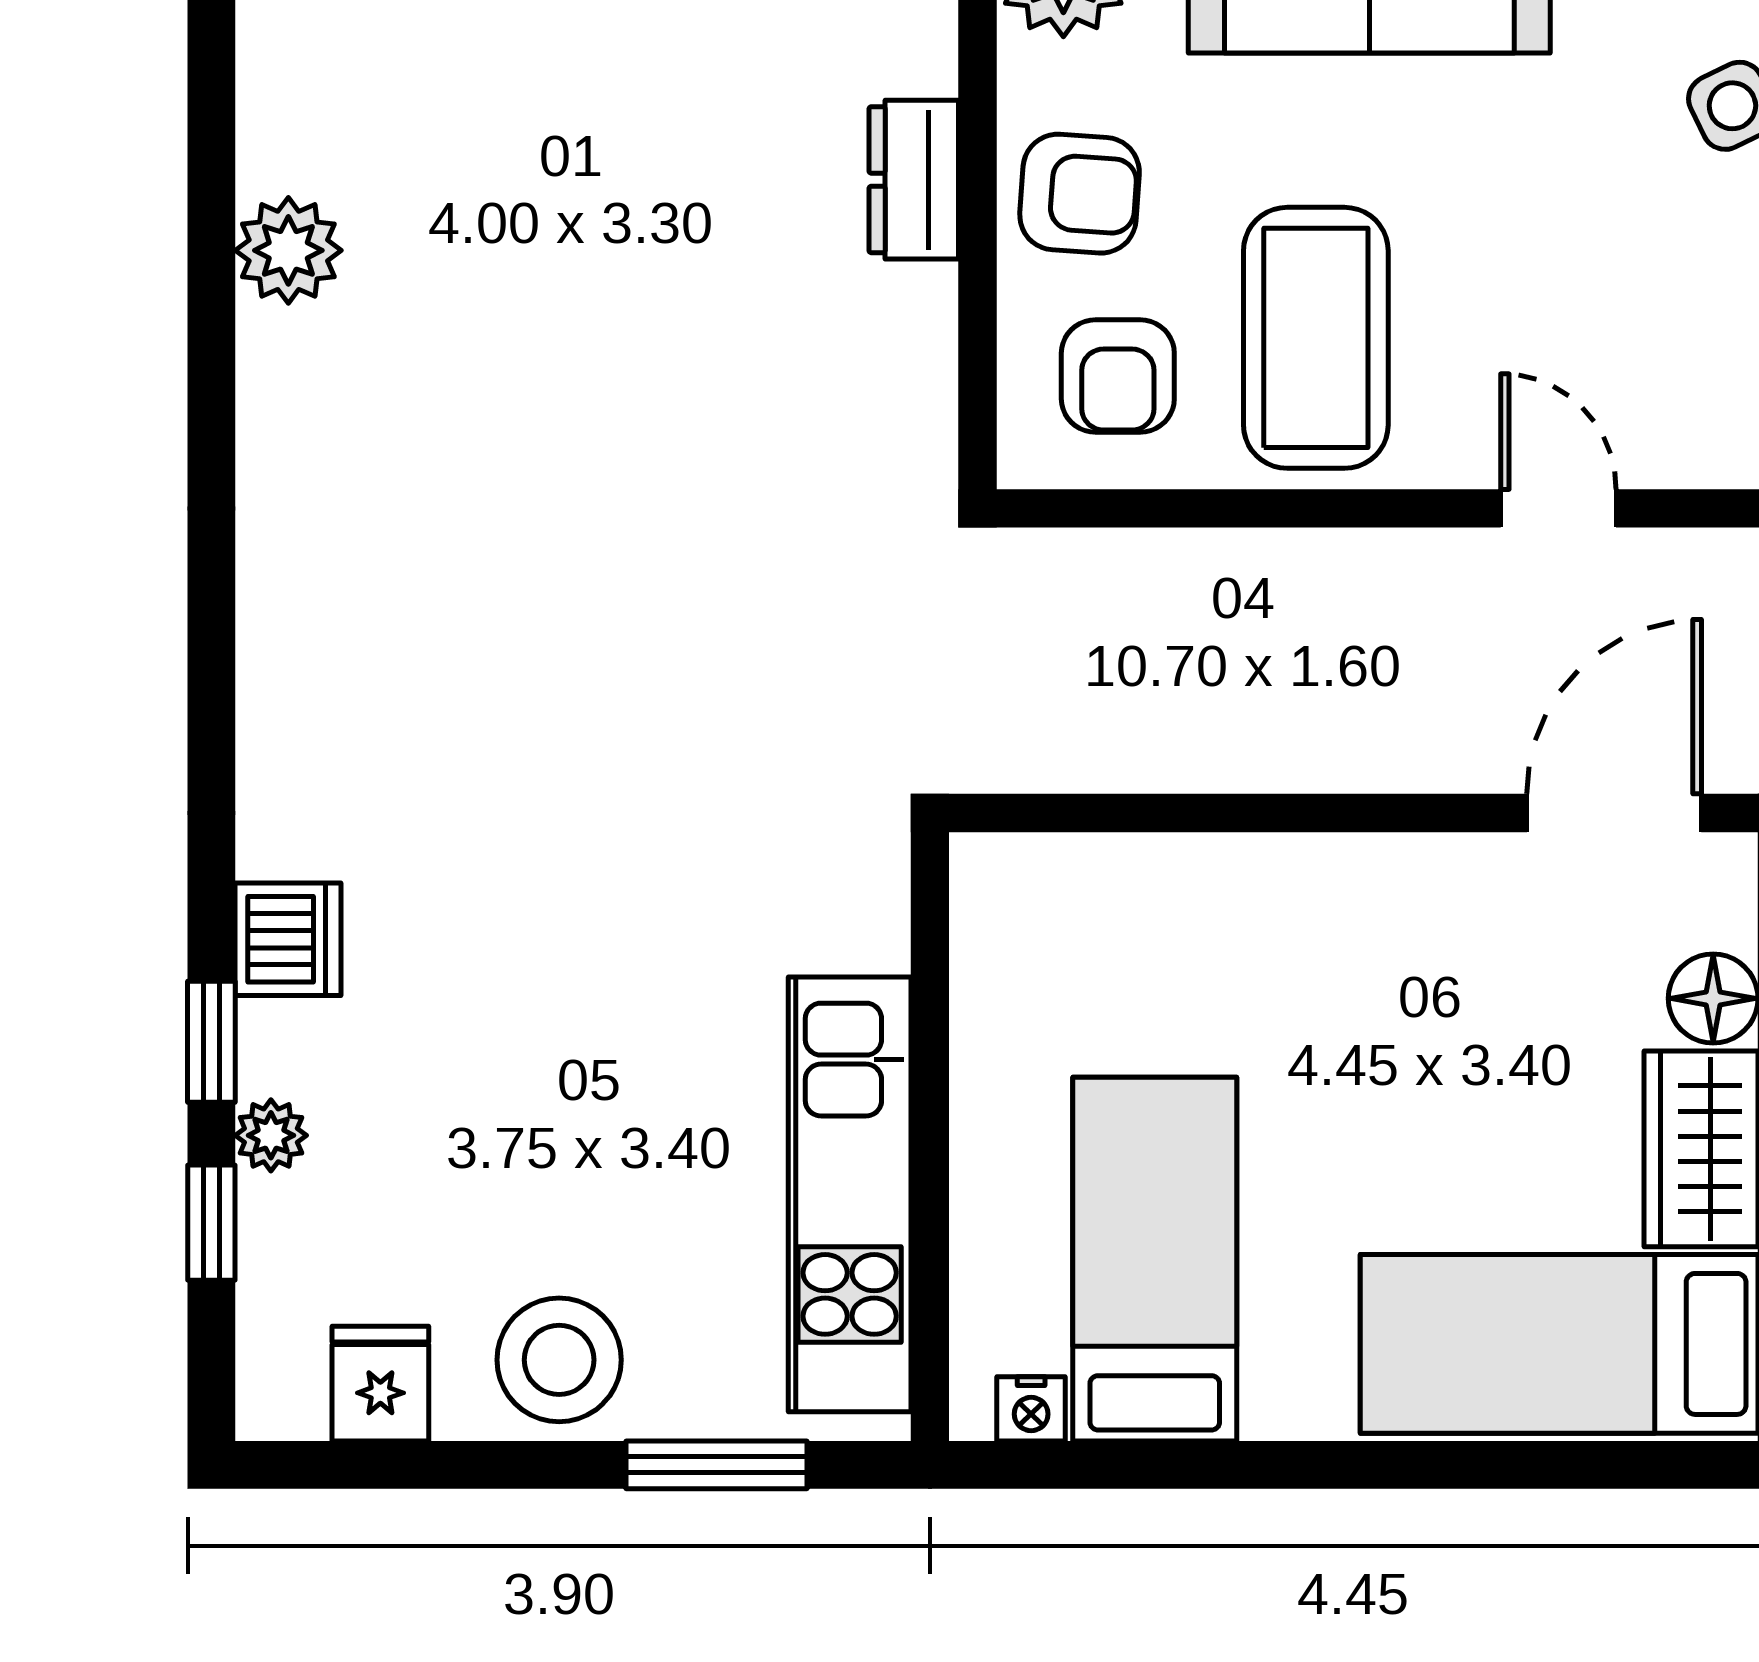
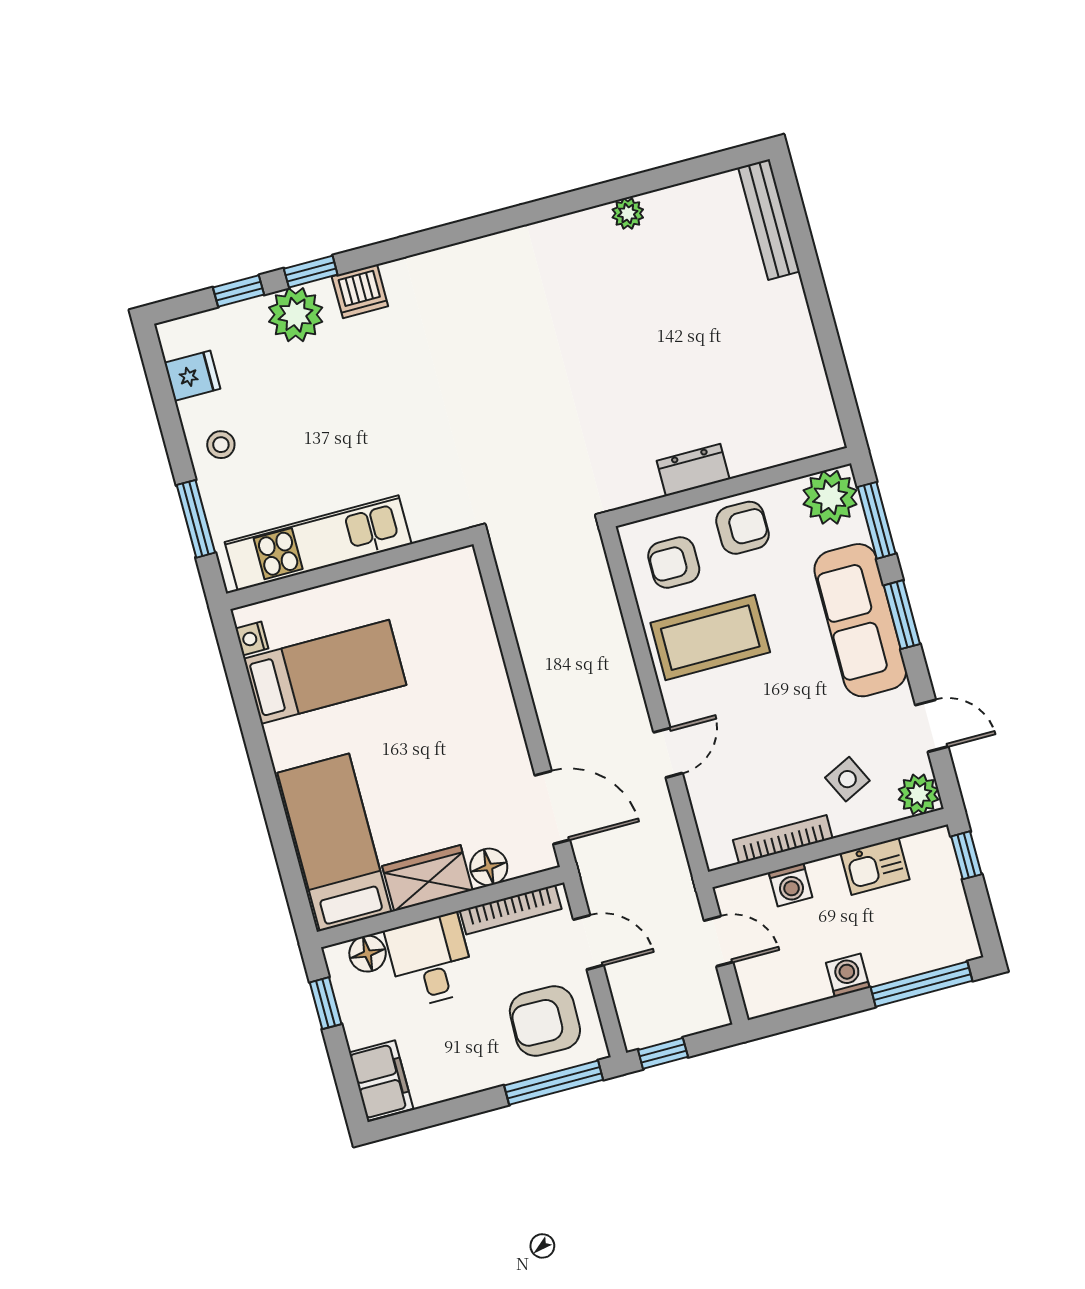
dresser: (914, 180) -> (693, 470), moved
armchair: (1080, 194) -> (742, 528), turned -94
plant: (288, 250) -> (628, 213), width x0.73, depth x0.73
plant: (271, 1135) -> (296, 315), width x1.88, depth x1.88
stool: (559, 1360) -> (221, 445), width x0.53, depth x0.53

